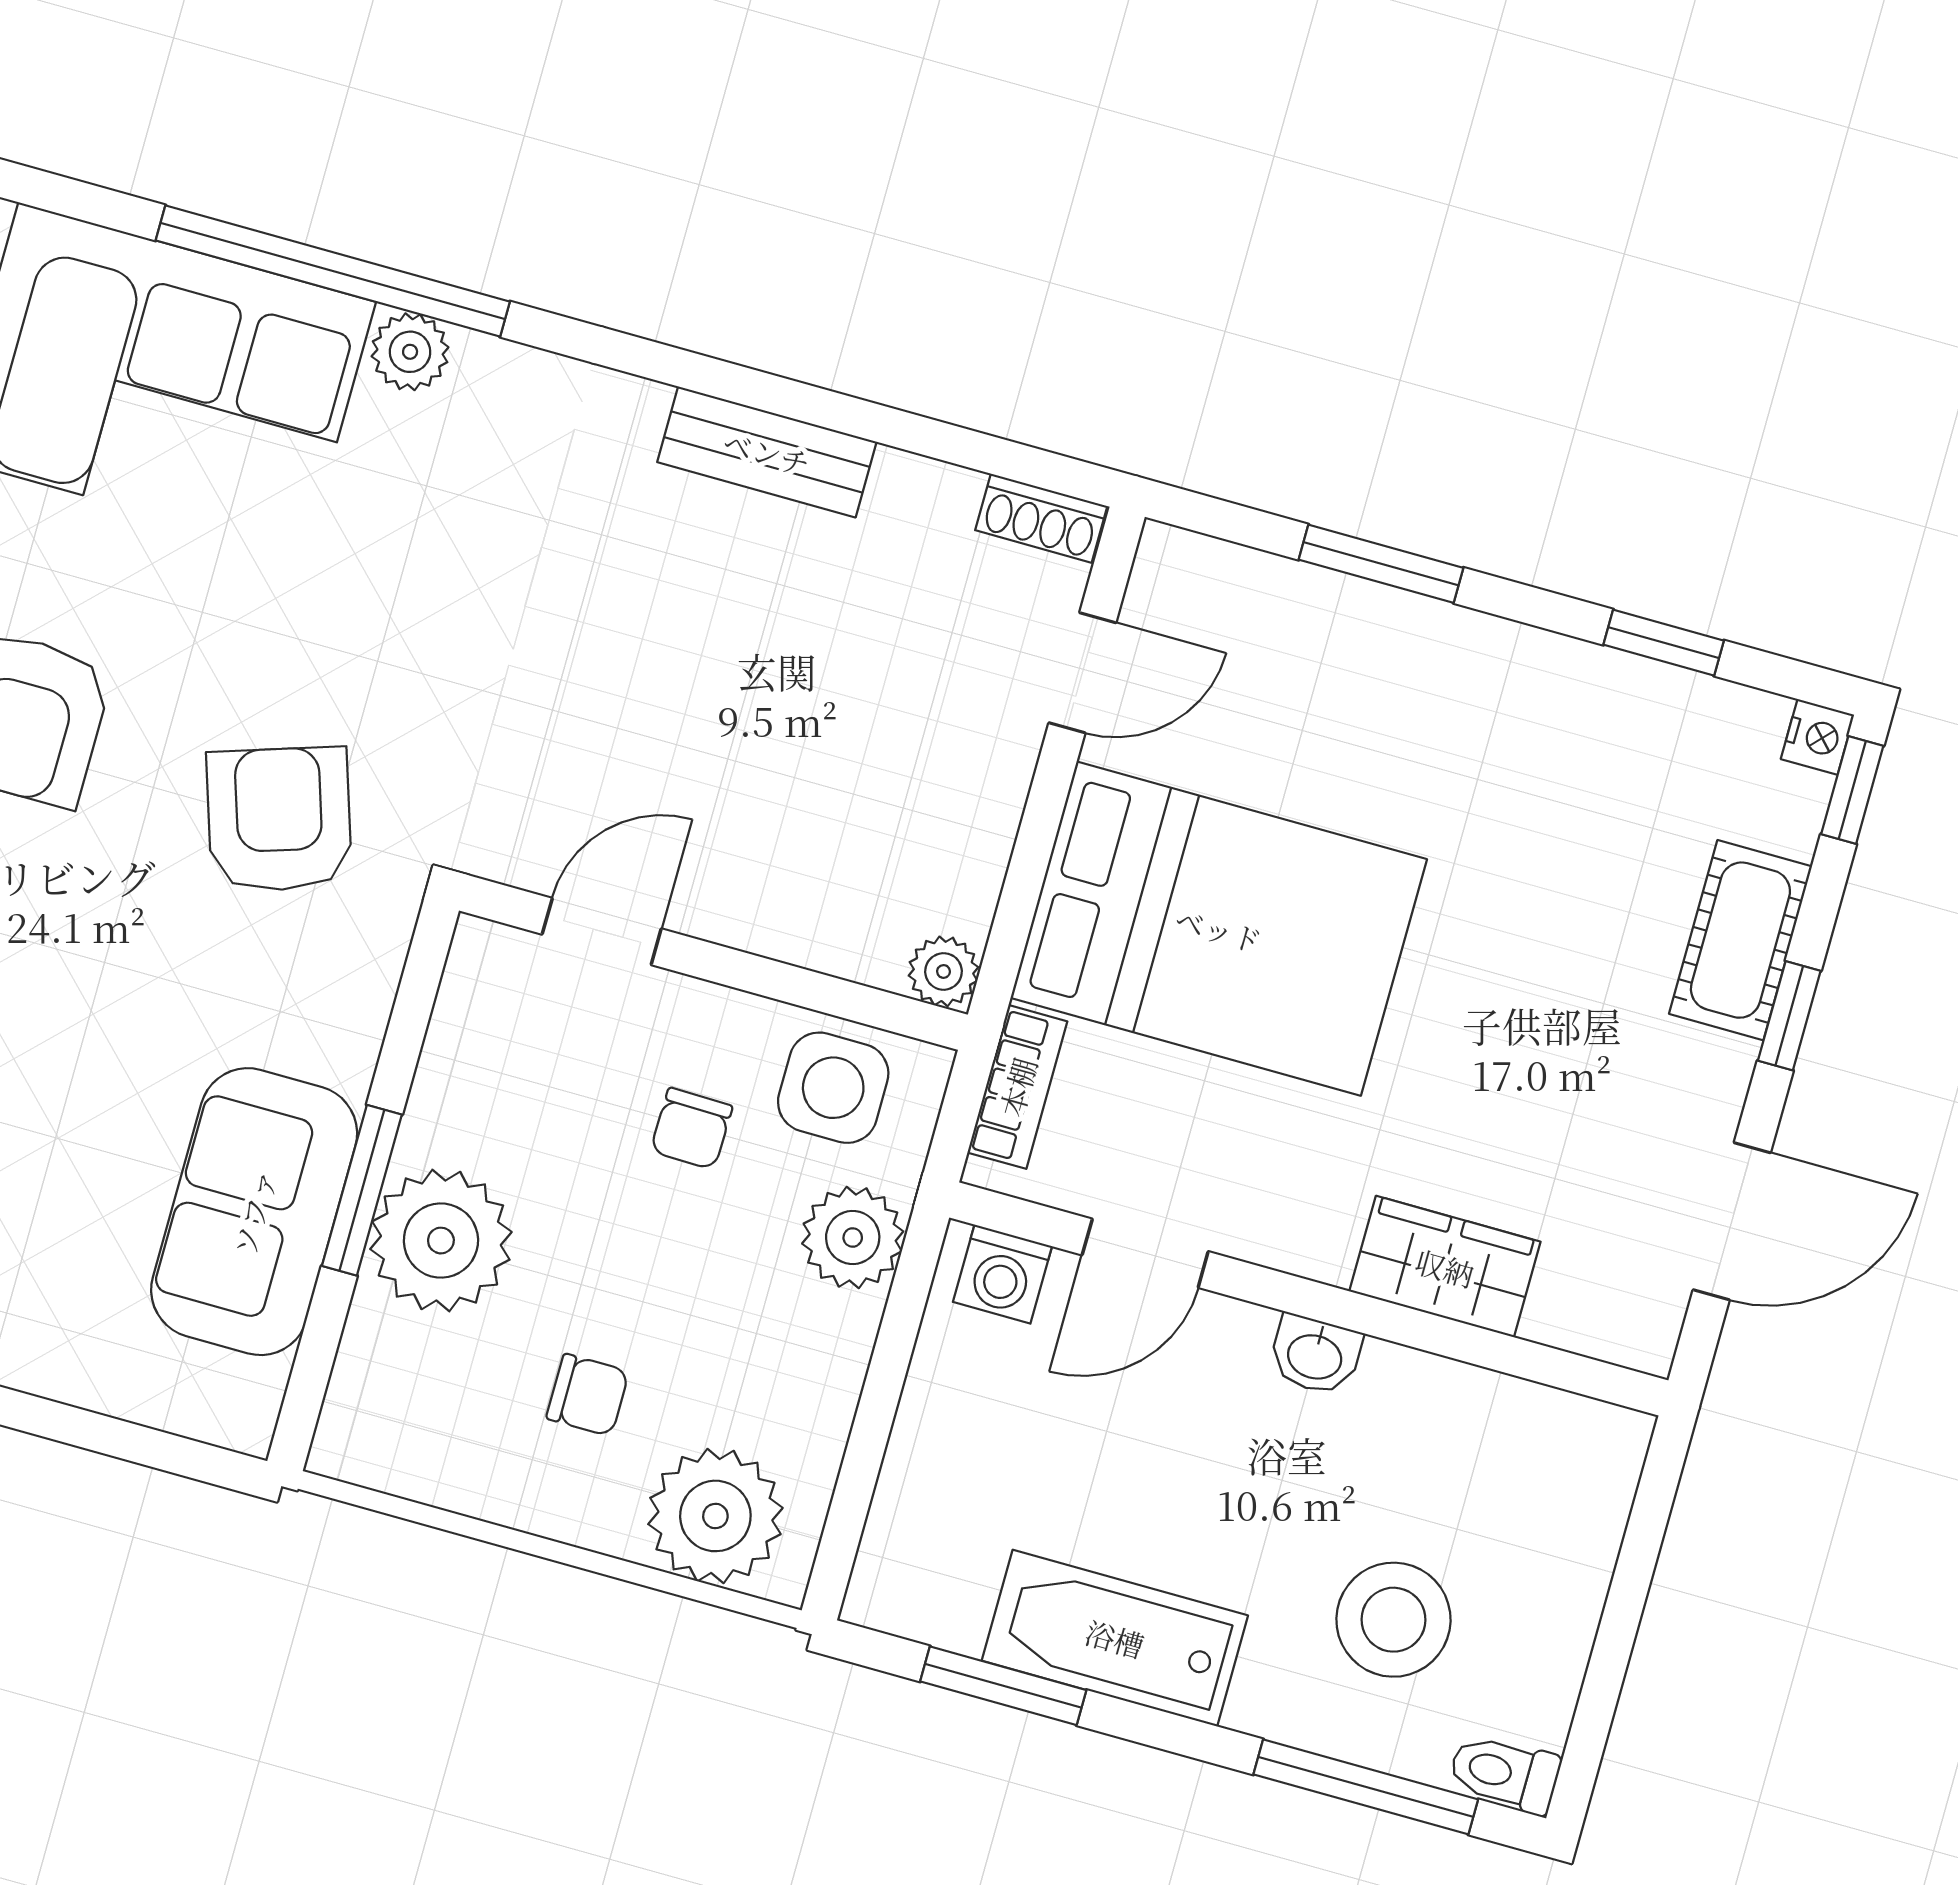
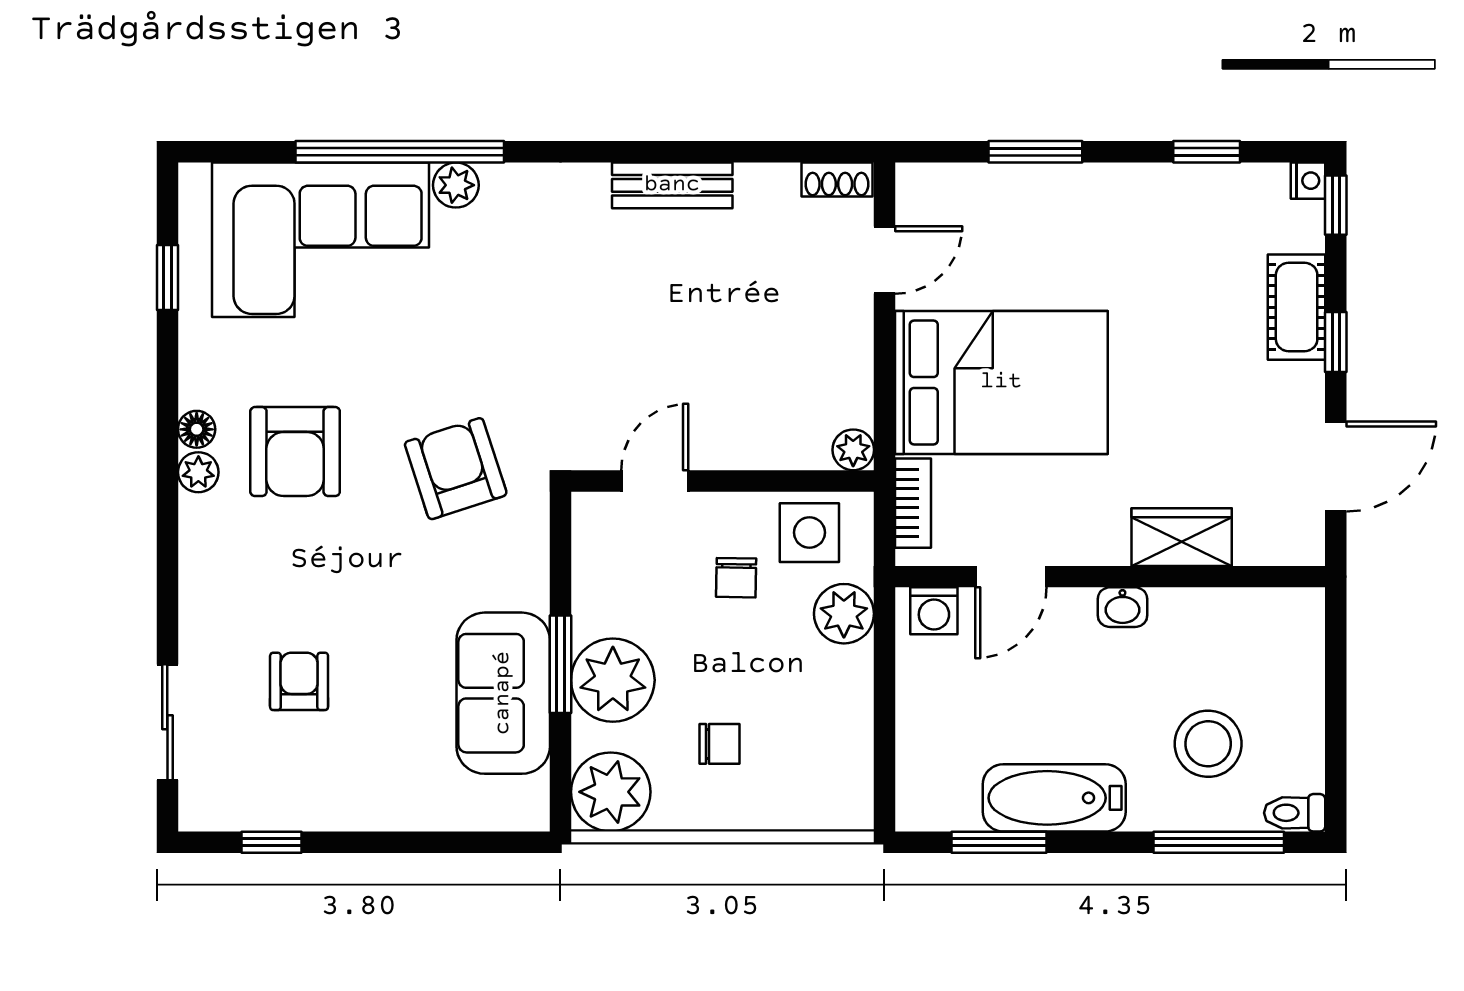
plant: (715, 1516) -> (611, 792), moved

